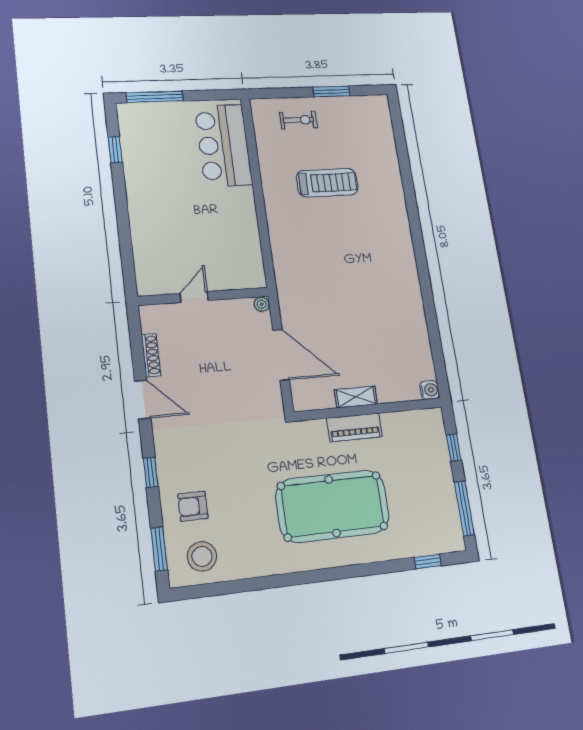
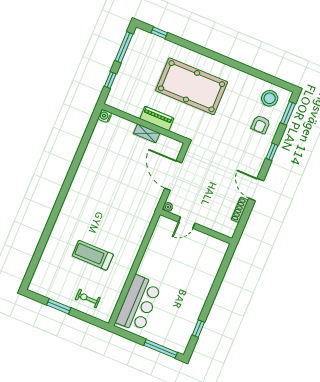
door: (194, 297) -> (187, 223), moved
armchair: (193, 506) -> (261, 124), turned 90

